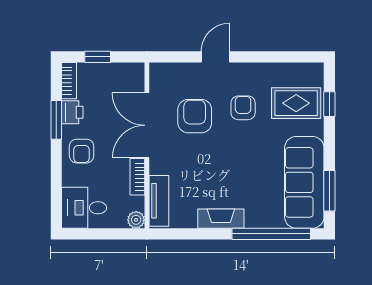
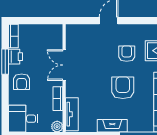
window: (98, 57) -> (32, 21), removed
armchair: (195, 116) -> (123, 88), moved
double door: (147, 125) -> (64, 65), width x0.73

